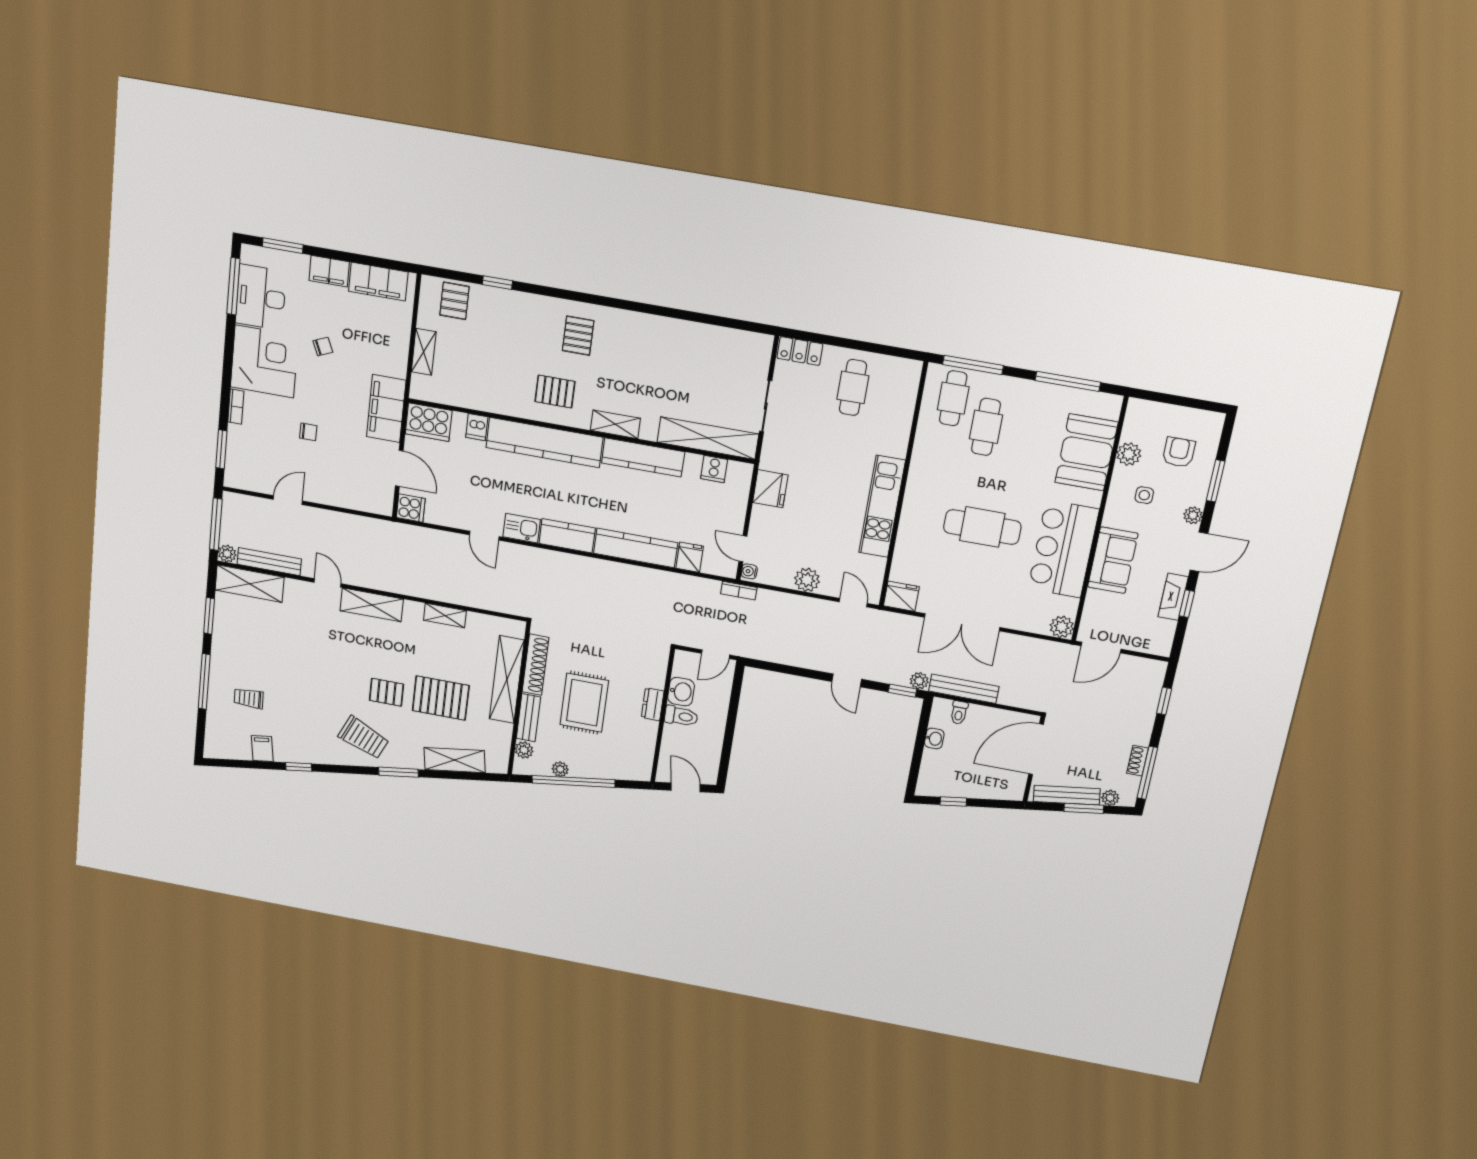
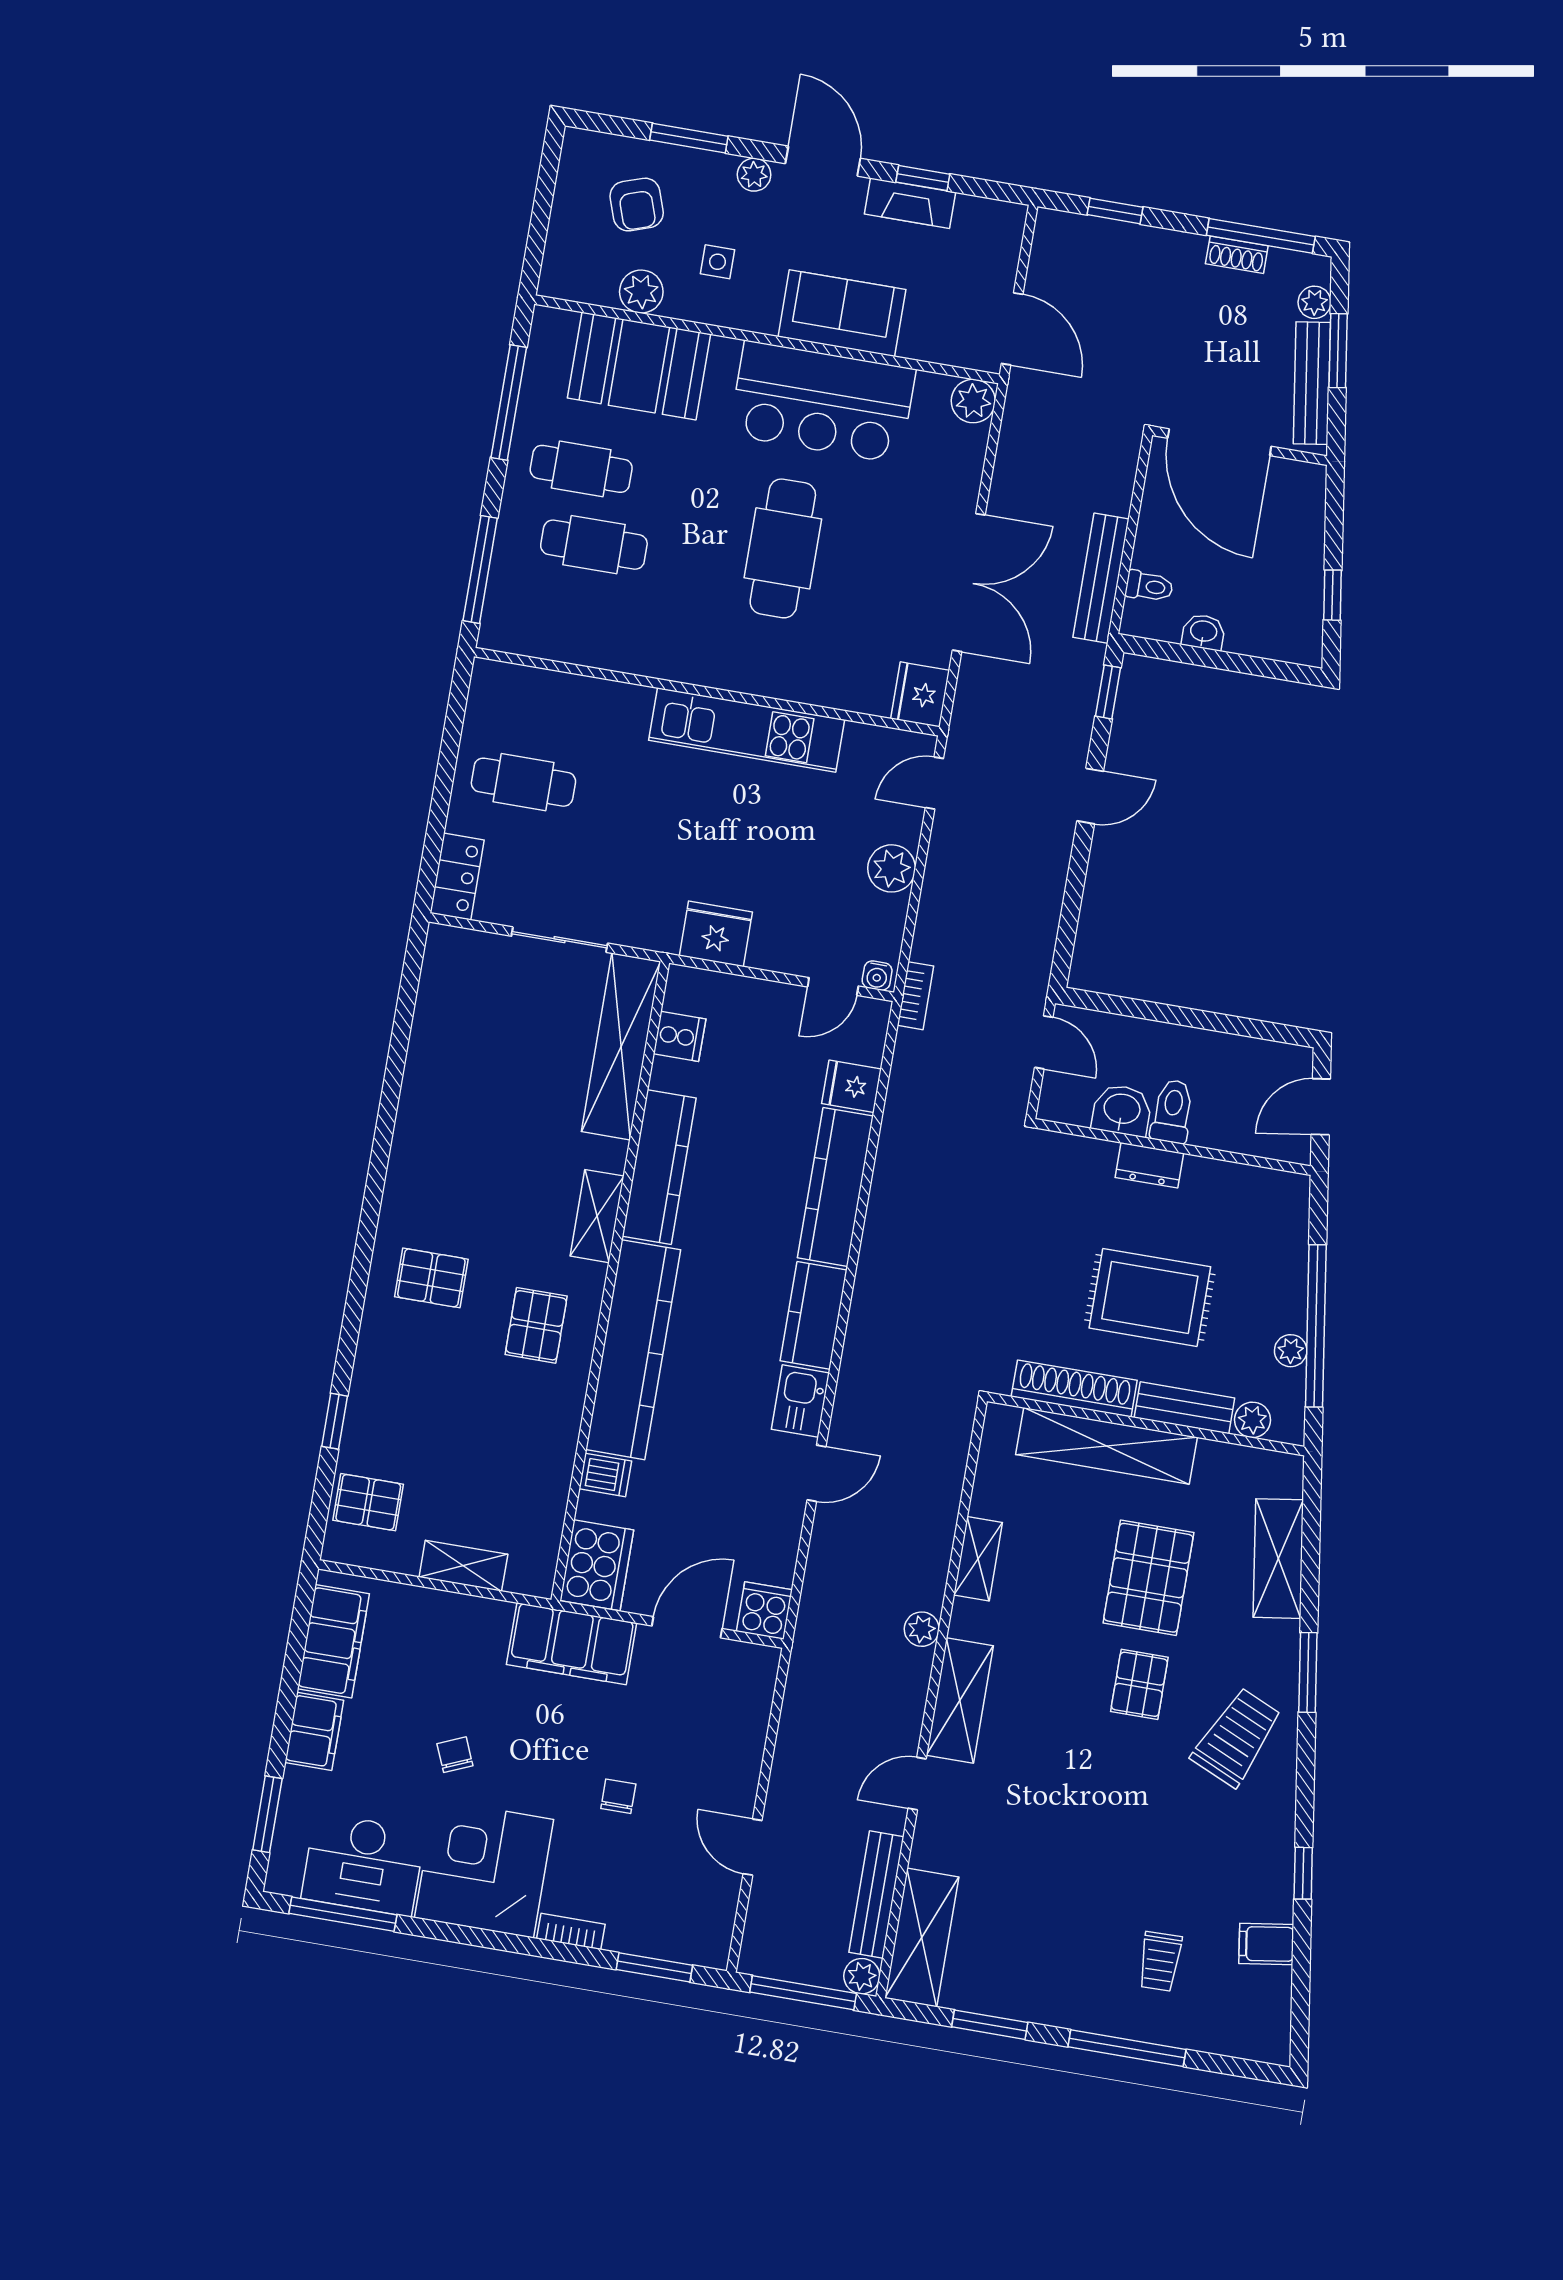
cafe table: (953, 398) -> (581, 469), moved
armchair: (1179, 452) -> (637, 205), turned -109
plant: (919, 681) -> (922, 1629), moved

